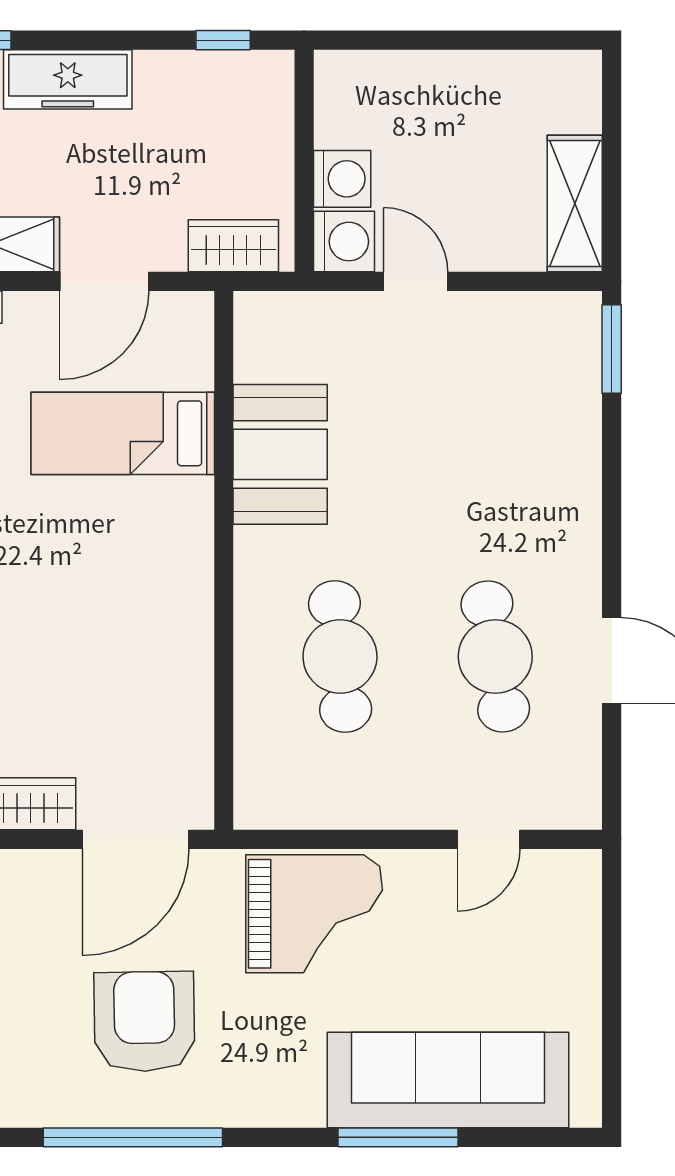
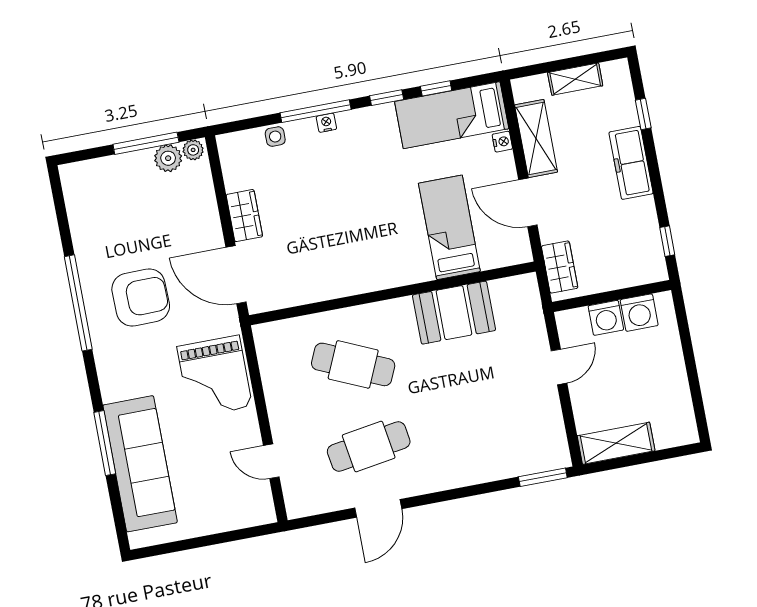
washing machine: (344, 242) -> (639, 313), moved
cafe table: (340, 657) -> (353, 364), turned 30

